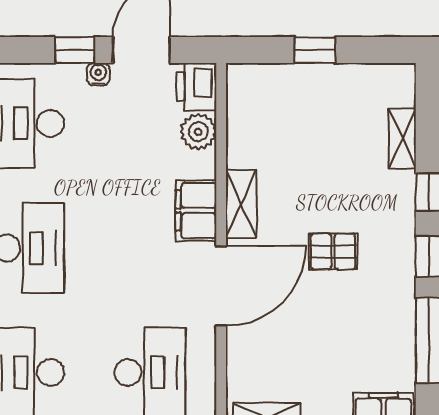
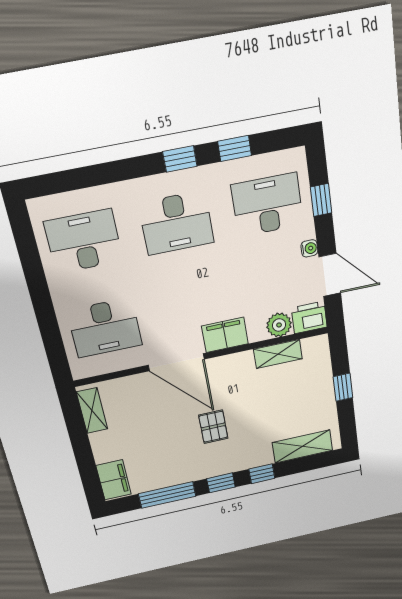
window: (75, 50) -> (321, 200), moved
shelving: (402, 138) -> (302, 446), width x1.50, depth x1.33
shelving: (241, 204) -> (278, 354), moved

